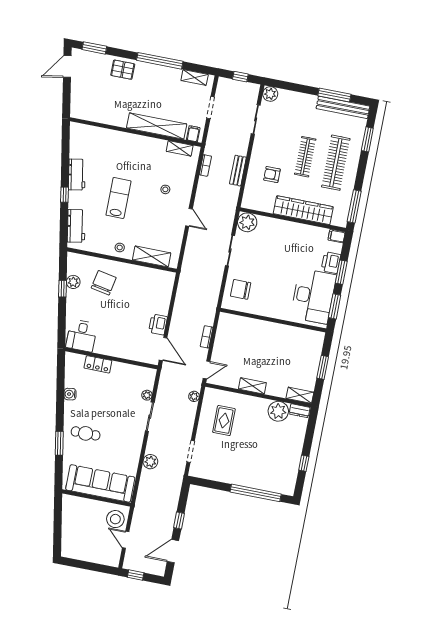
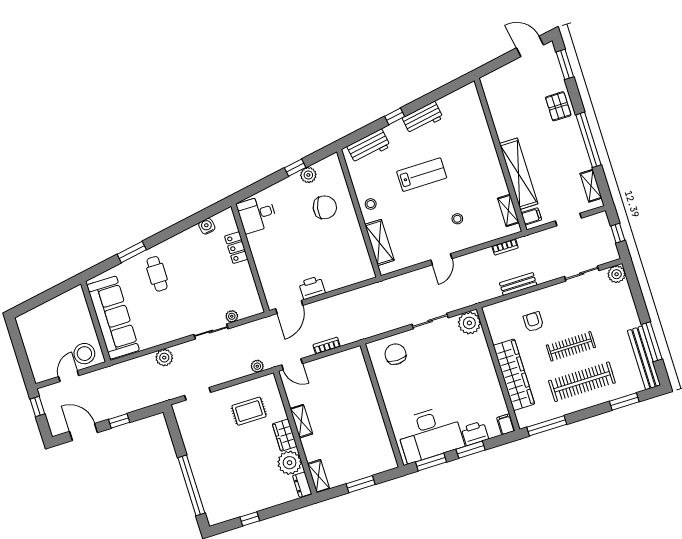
water cooler: (70, 394) -> (207, 226), moved
wardrobe: (256, 404) -> (285, 435), added

